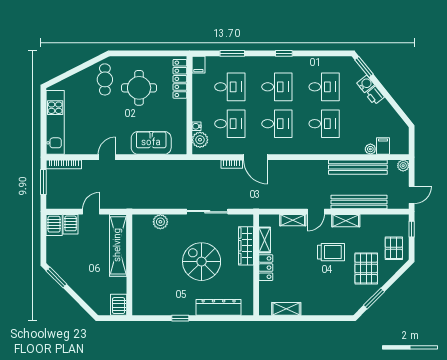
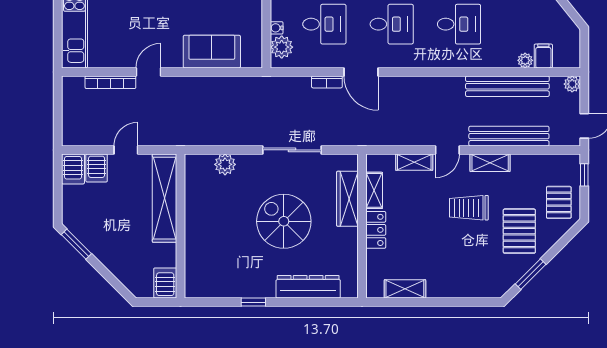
bookcase: (64, 164) -> (110, 82), moved
window: (43, 182) -> (58, 108), removed
trolley: (331, 252) -> (469, 208), turned 180

